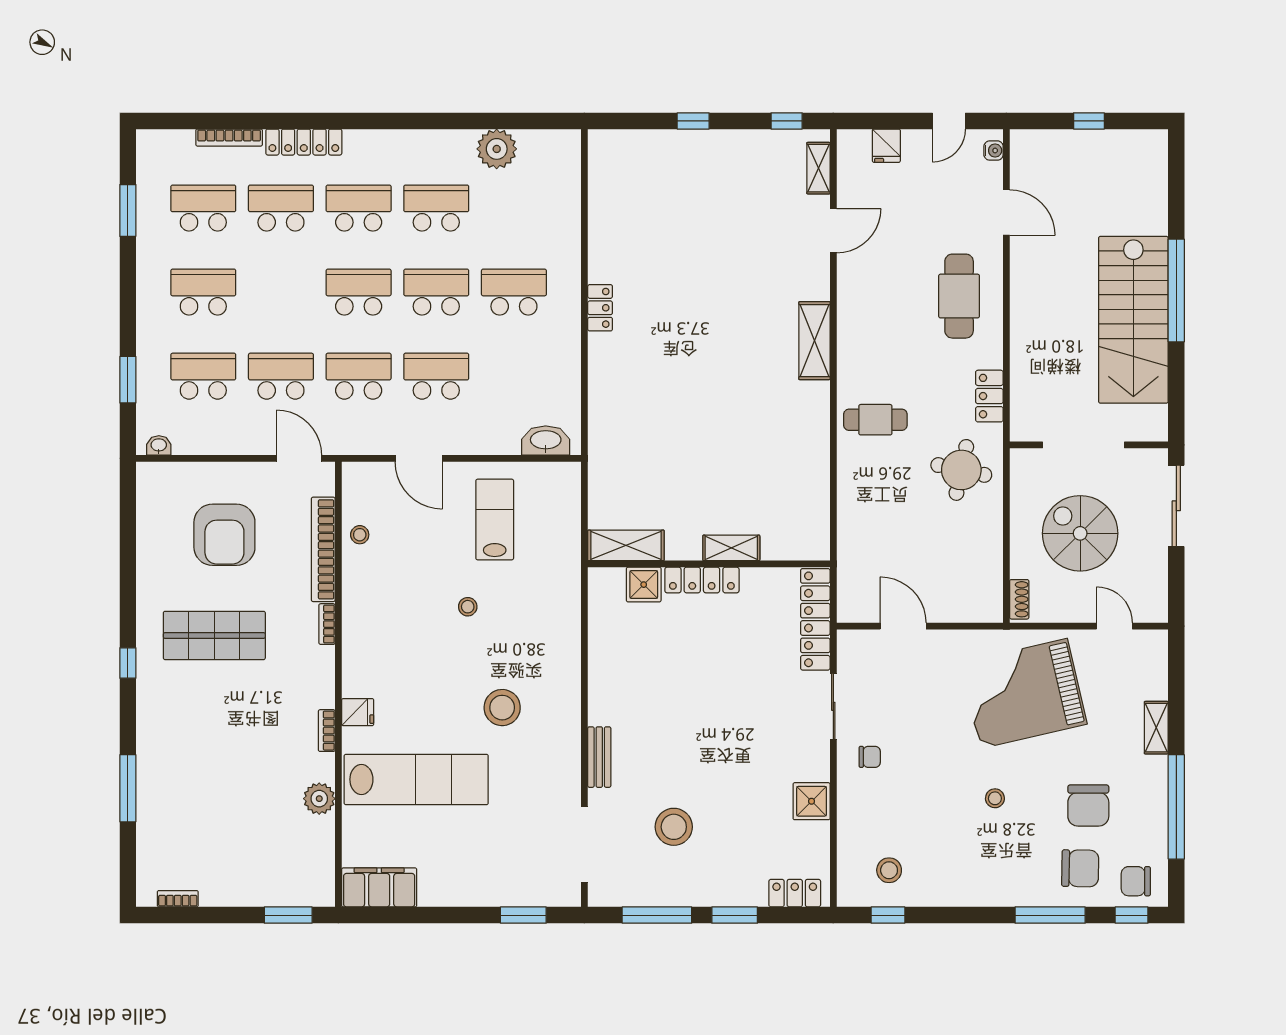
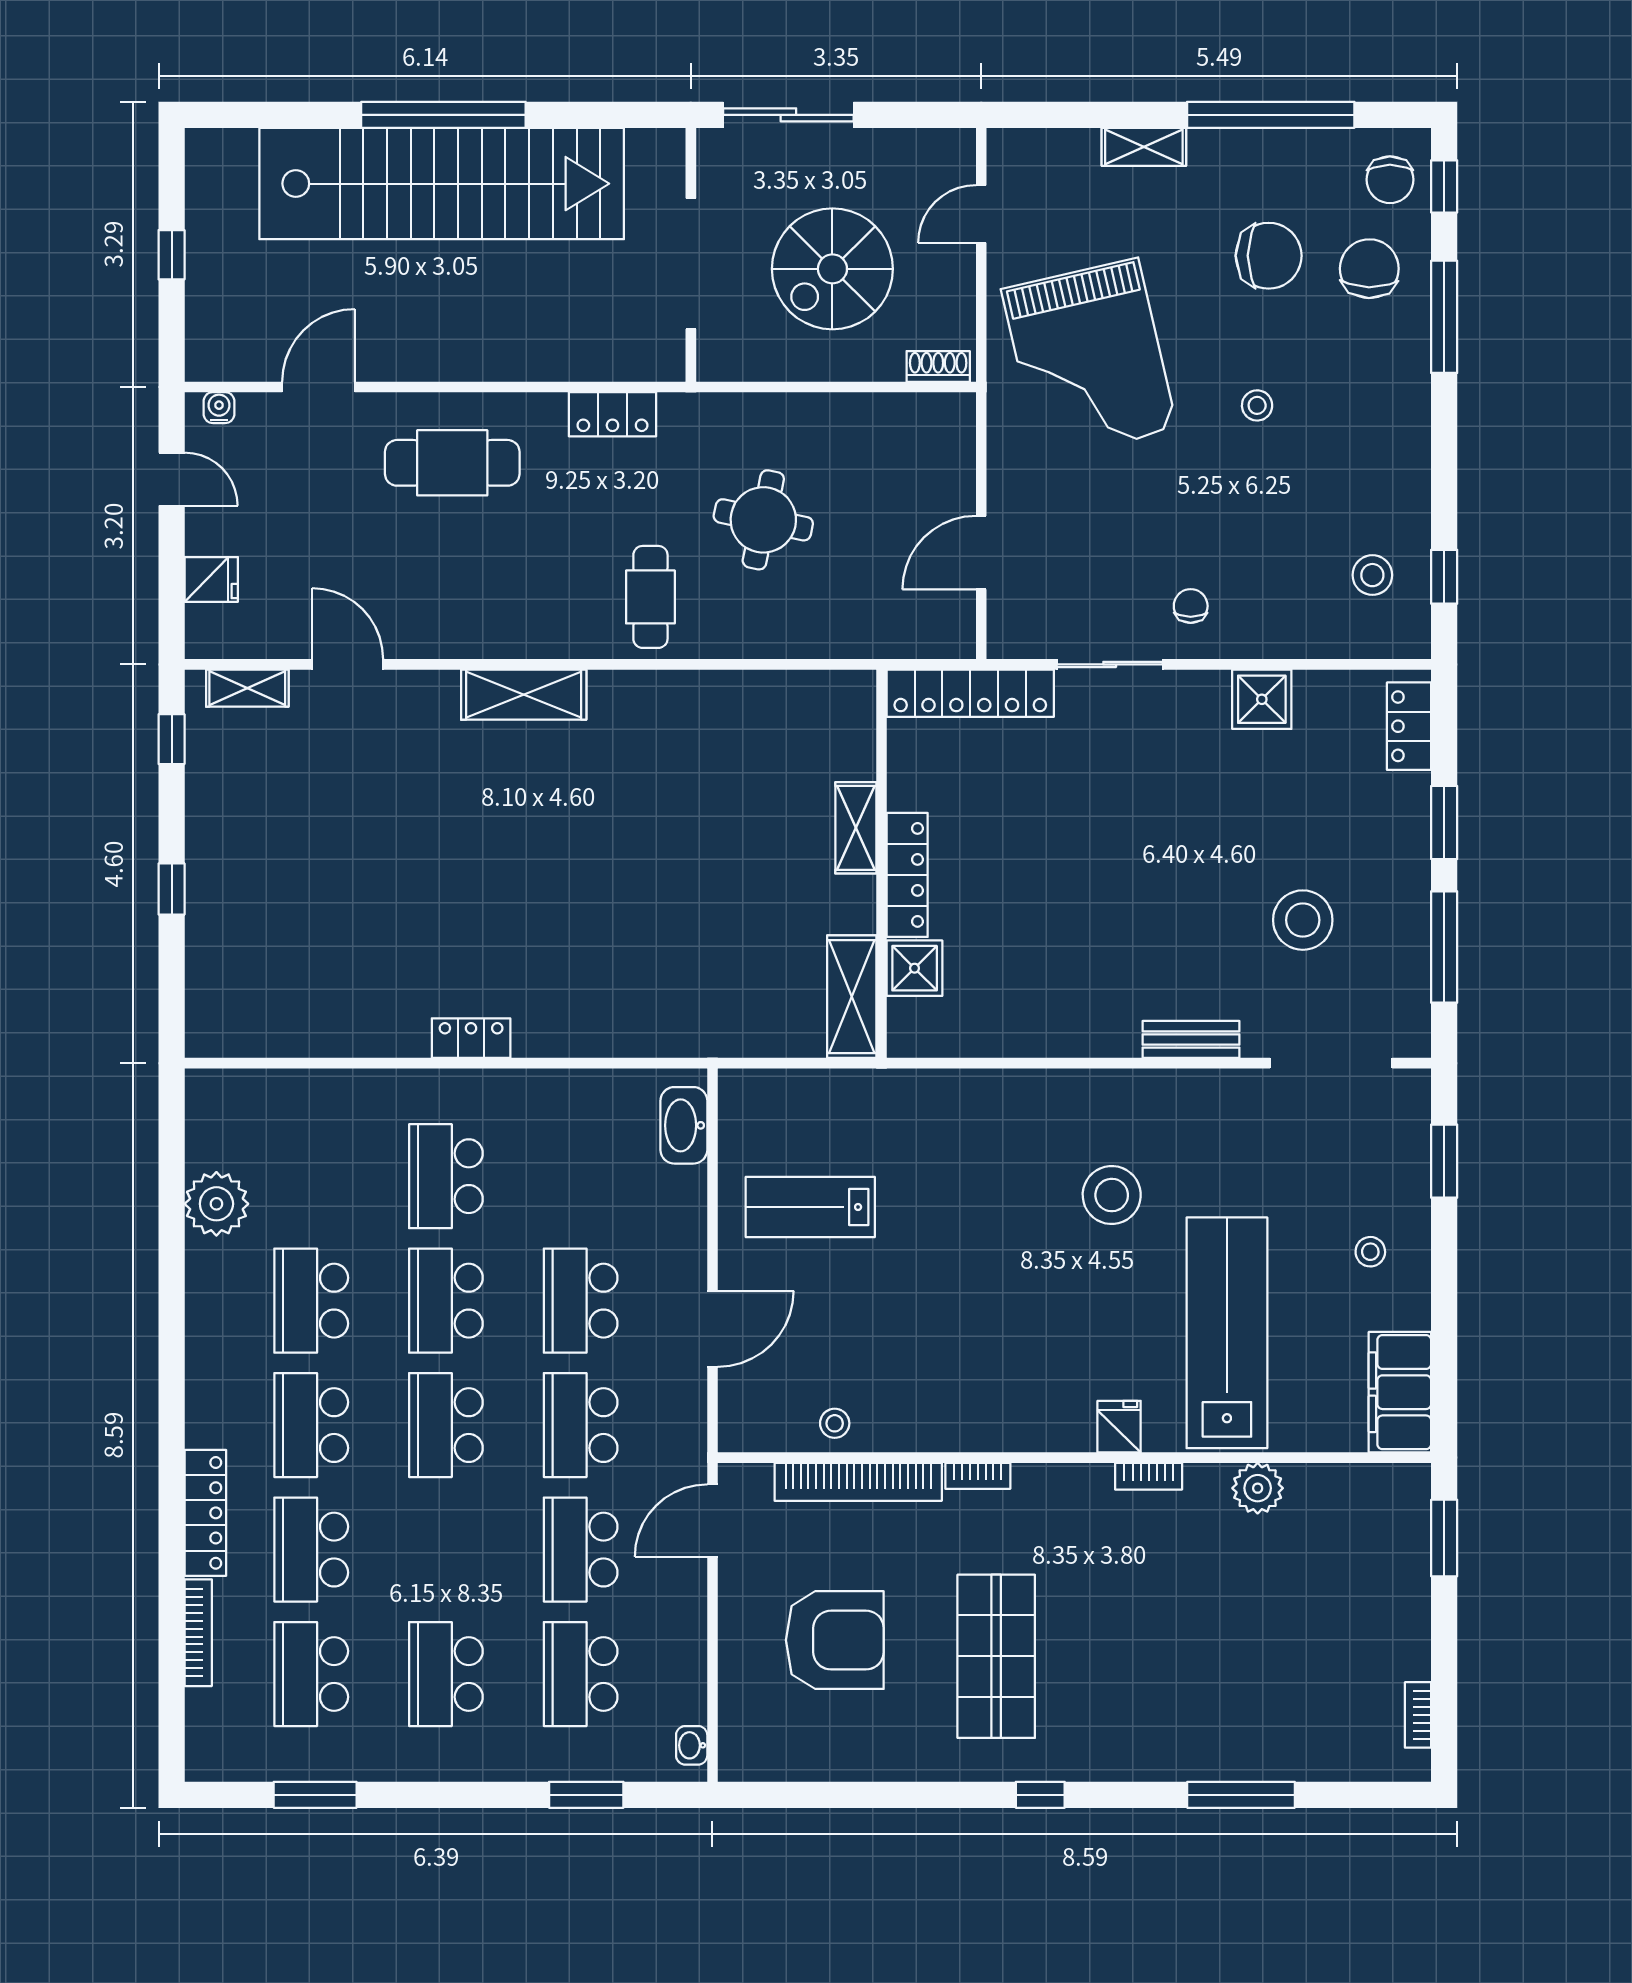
stairs: (1133, 320) -> (442, 184), width x1.36
round table: (961, 470) -> (763, 520), moved
stool: (468, 607) -> (1370, 1252), moved

